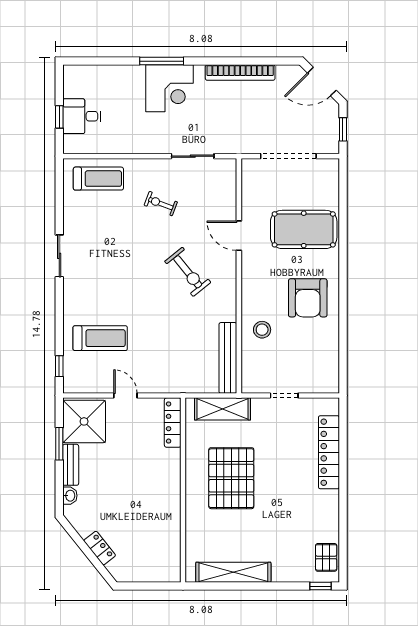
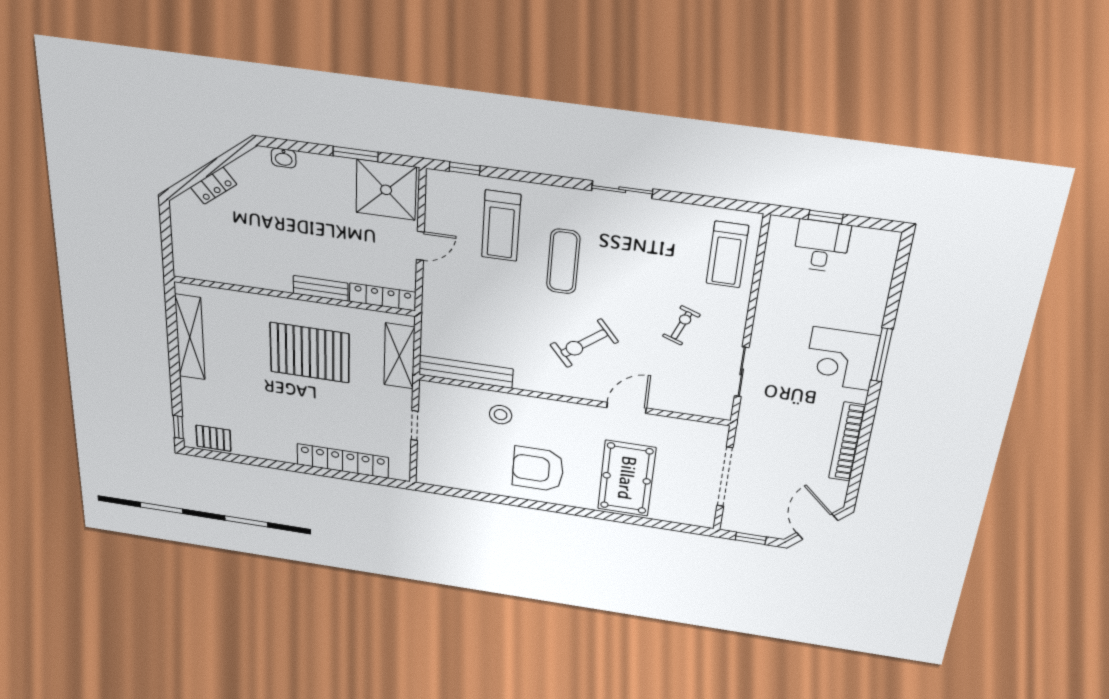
exercise mat: (122, 292) -> (563, 261), added
bench: (71, 465) -> (321, 288), moved

